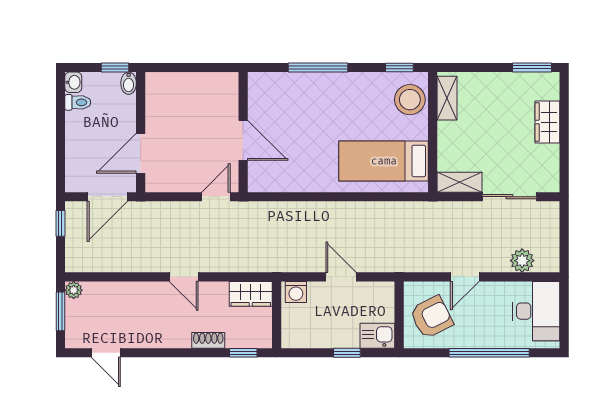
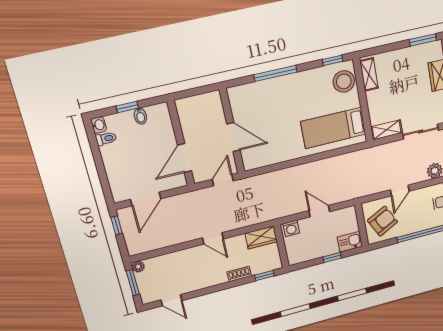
wall: (141, 132) -> (181, 143), moved
door: (141, 153) -> (185, 158), moved

